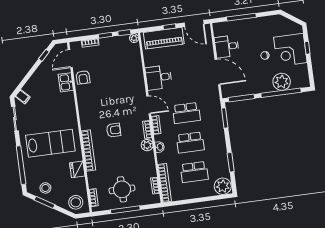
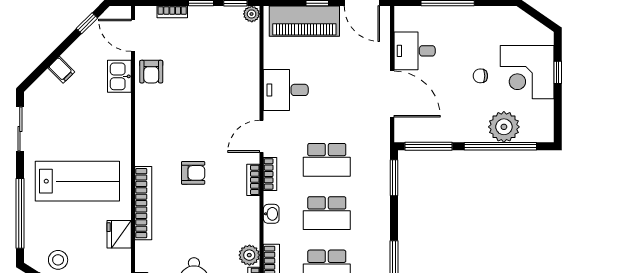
door: (70, 59) -> (133, 35), hinge flipped
filing cabinet: (23, 97) -> (61, 70), moved
door: (149, 105) -> (262, 136), swing flipped
plant: (147, 145) -> (249, 255), moved

